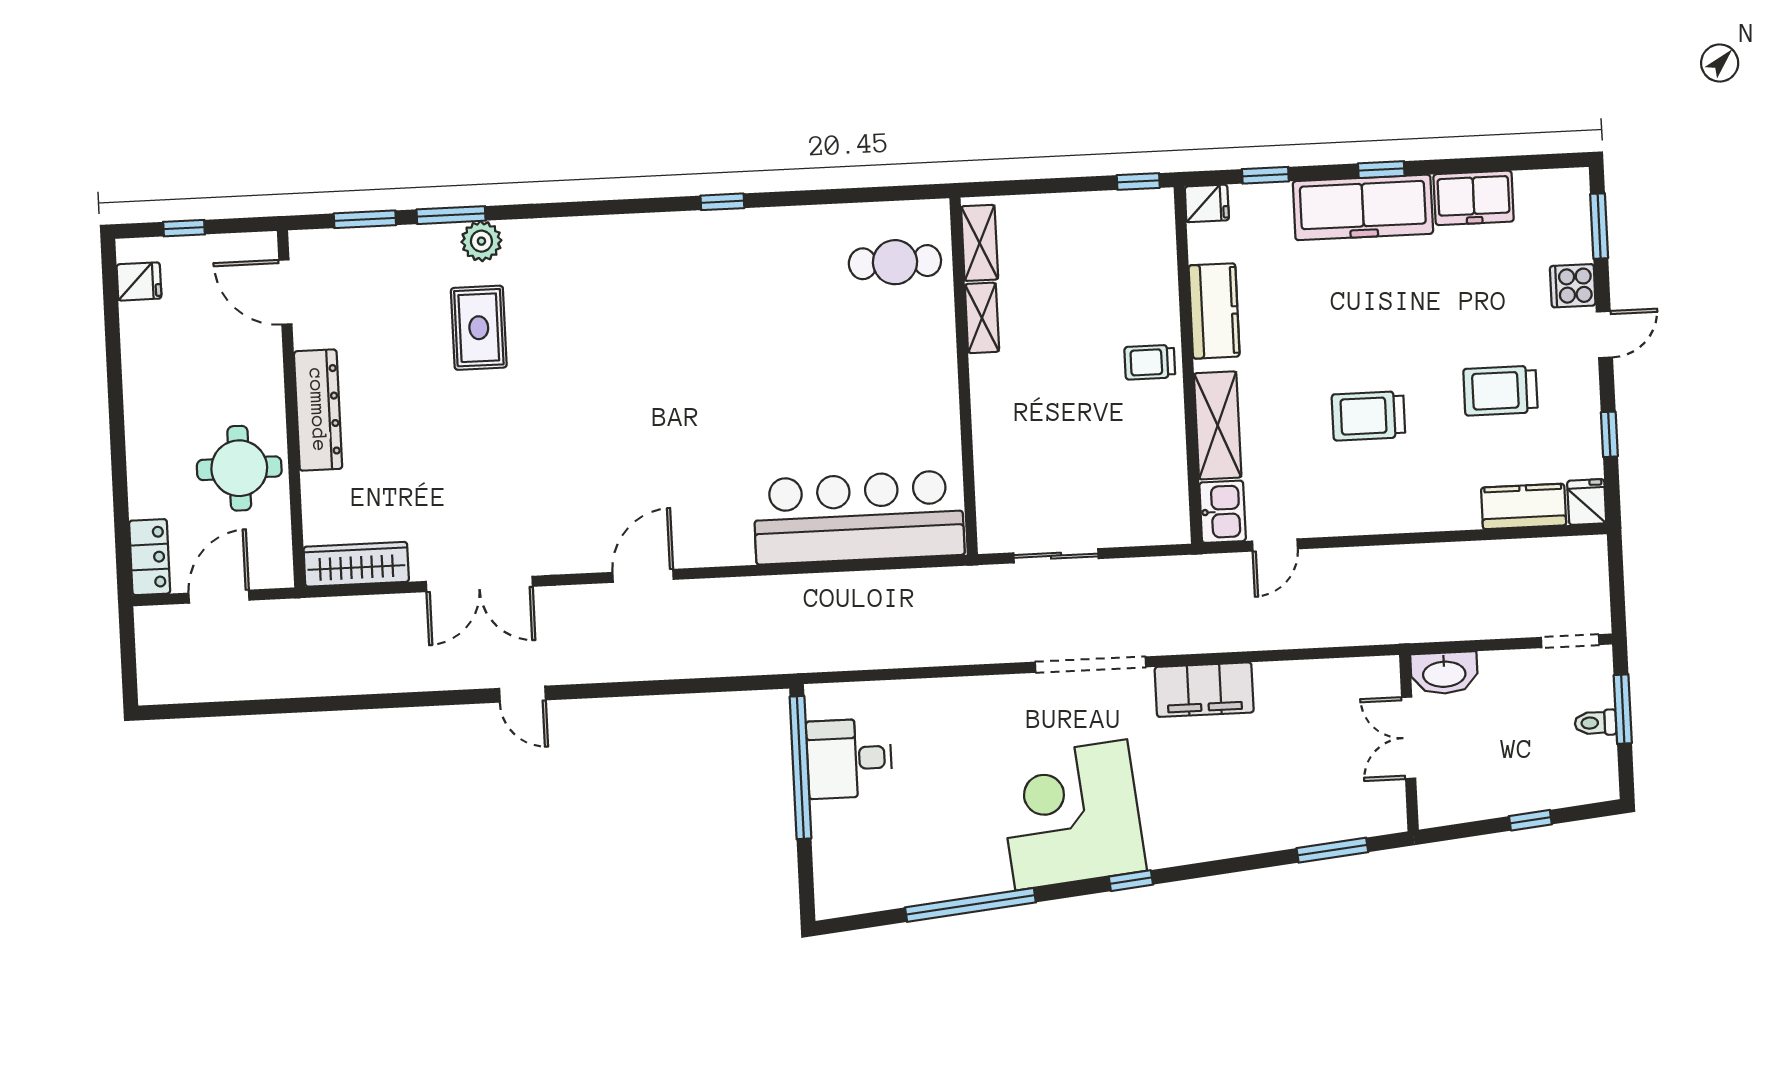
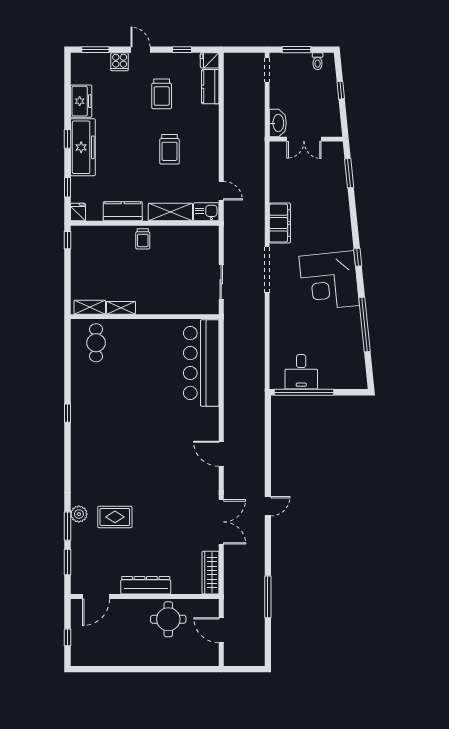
fridge: (139, 281) -> (89, 657), removed
locker: (150, 557) -> (203, 658), removed
window: (305, 705) -> (268, 597), added
toilet: (1595, 723) -> (318, 61), moved

